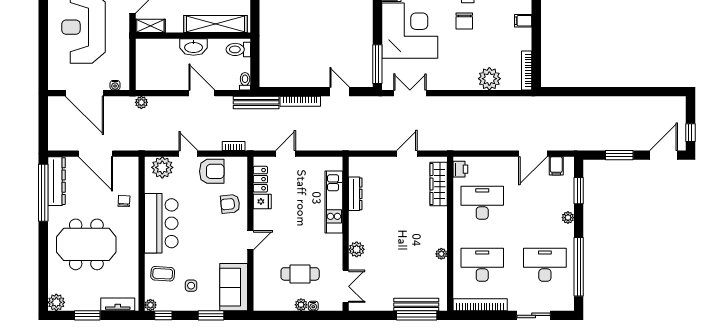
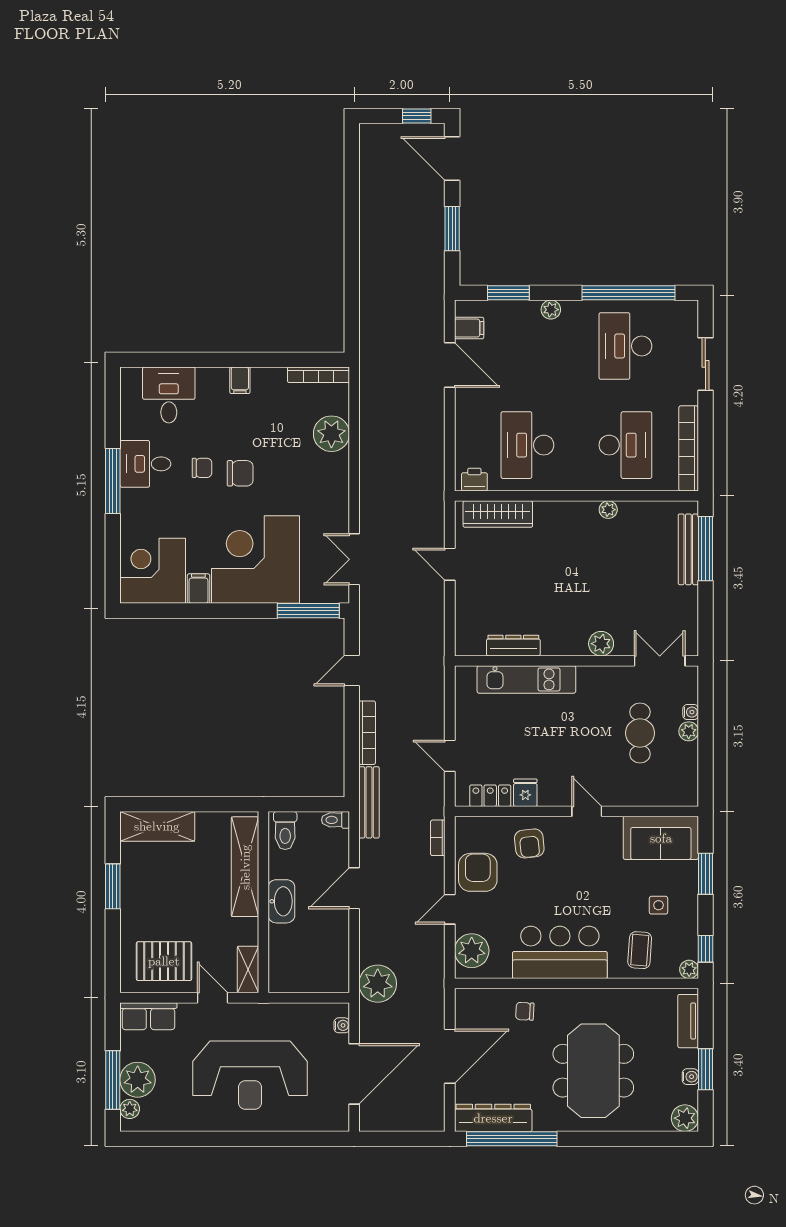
plant: (141, 102) -> (378, 984), width x1.88, depth x1.88
desk: (482, 265) -> (625, 445), turned 180
water cooler: (83, 306) -> (690, 1077), added

